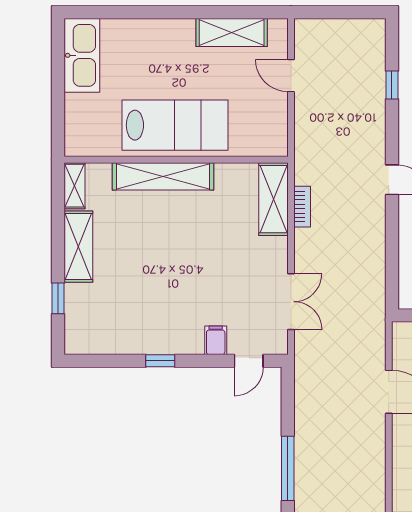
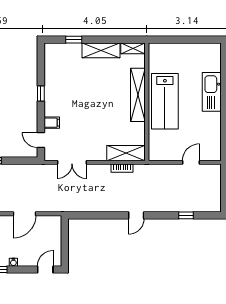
shelving: (232, 33) -> (214, 131), removed
kitchen sink: (82, 55) -> (212, 92), moved, turned 90

